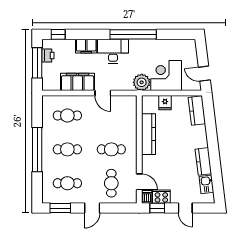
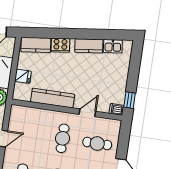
door: (139, 182) -> (87, 113), moved
cooker: (161, 197) -> (60, 45), moved, turned -97
door: (185, 208) -> (134, 71), removed

